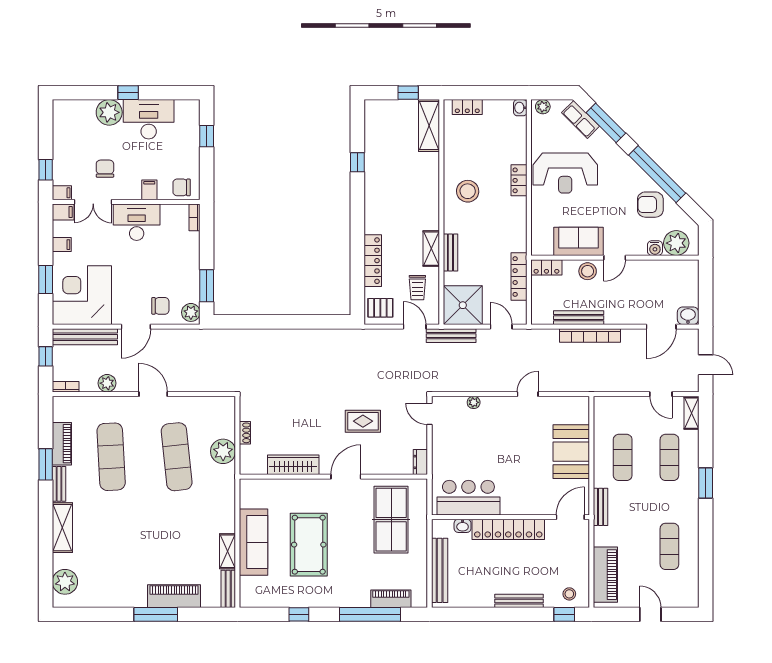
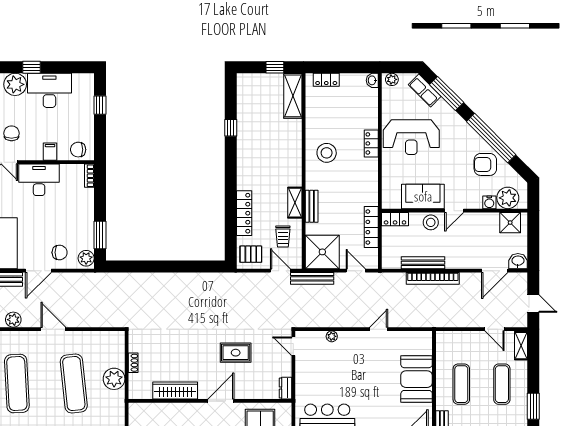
shower: (679, 271) -> (510, 223), added

